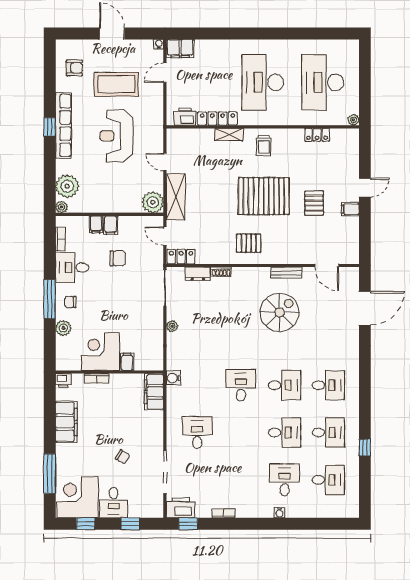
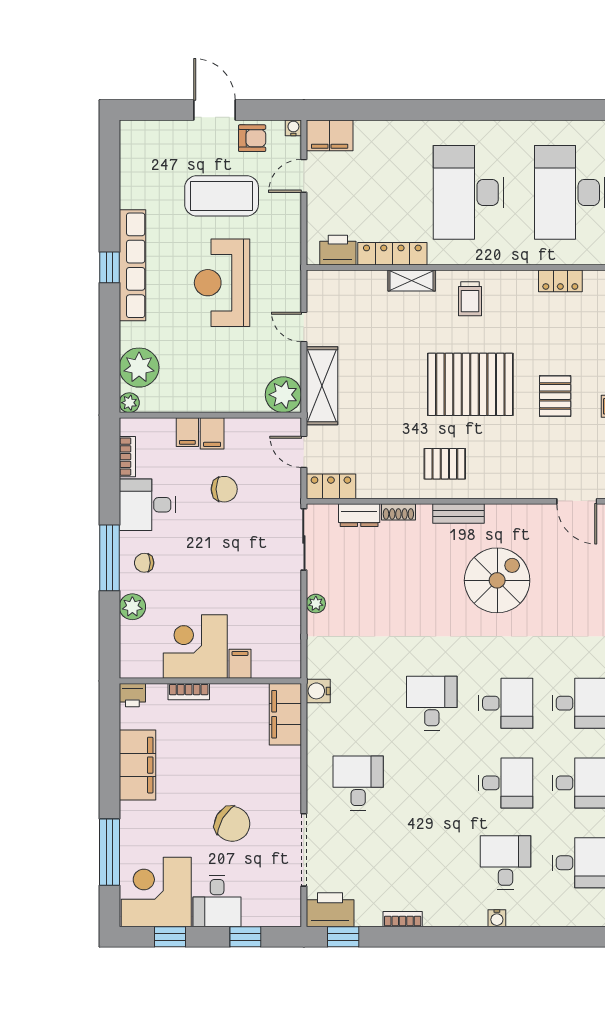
armchair: (74, 68) -> (252, 138), moved
bench: (286, 273) -> (459, 513), moved
chair: (122, 457) -> (232, 824), width x1.87, depth x1.87

